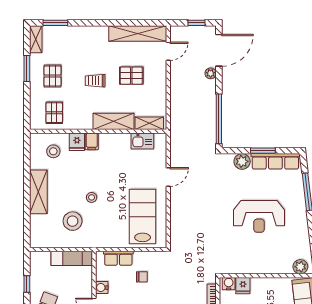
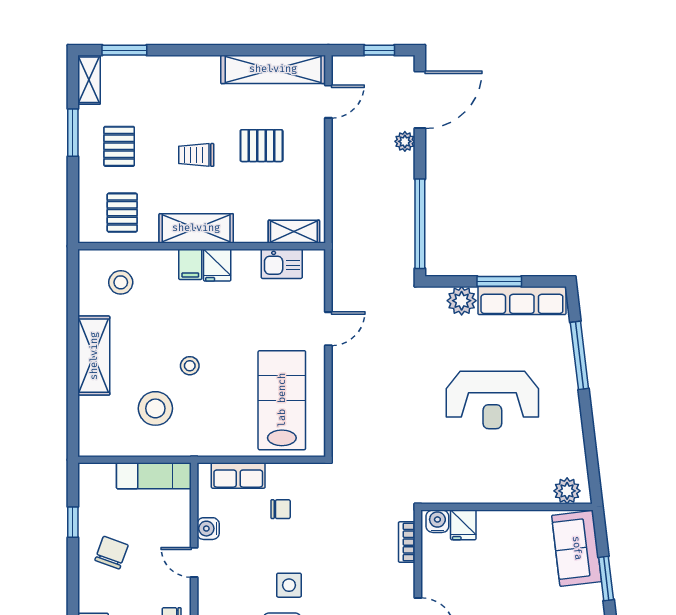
shelving: (114, 121) -> (196, 228), moved
fridge: (77, 142) -> (217, 265), moved

